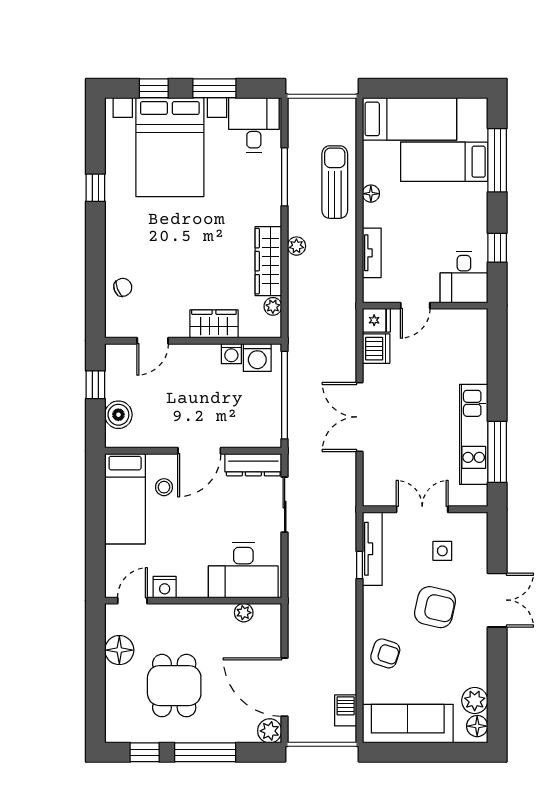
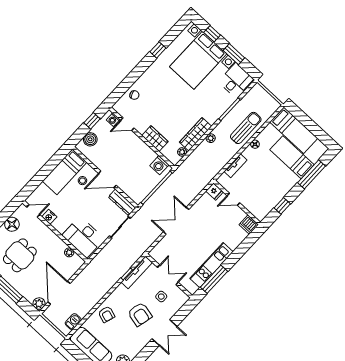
desk: (464, 277) -> (261, 205), removed
dishwasher: (376, 349) -> (249, 225), moved, turned 90
washing machine: (231, 354) -> (113, 120), moved

